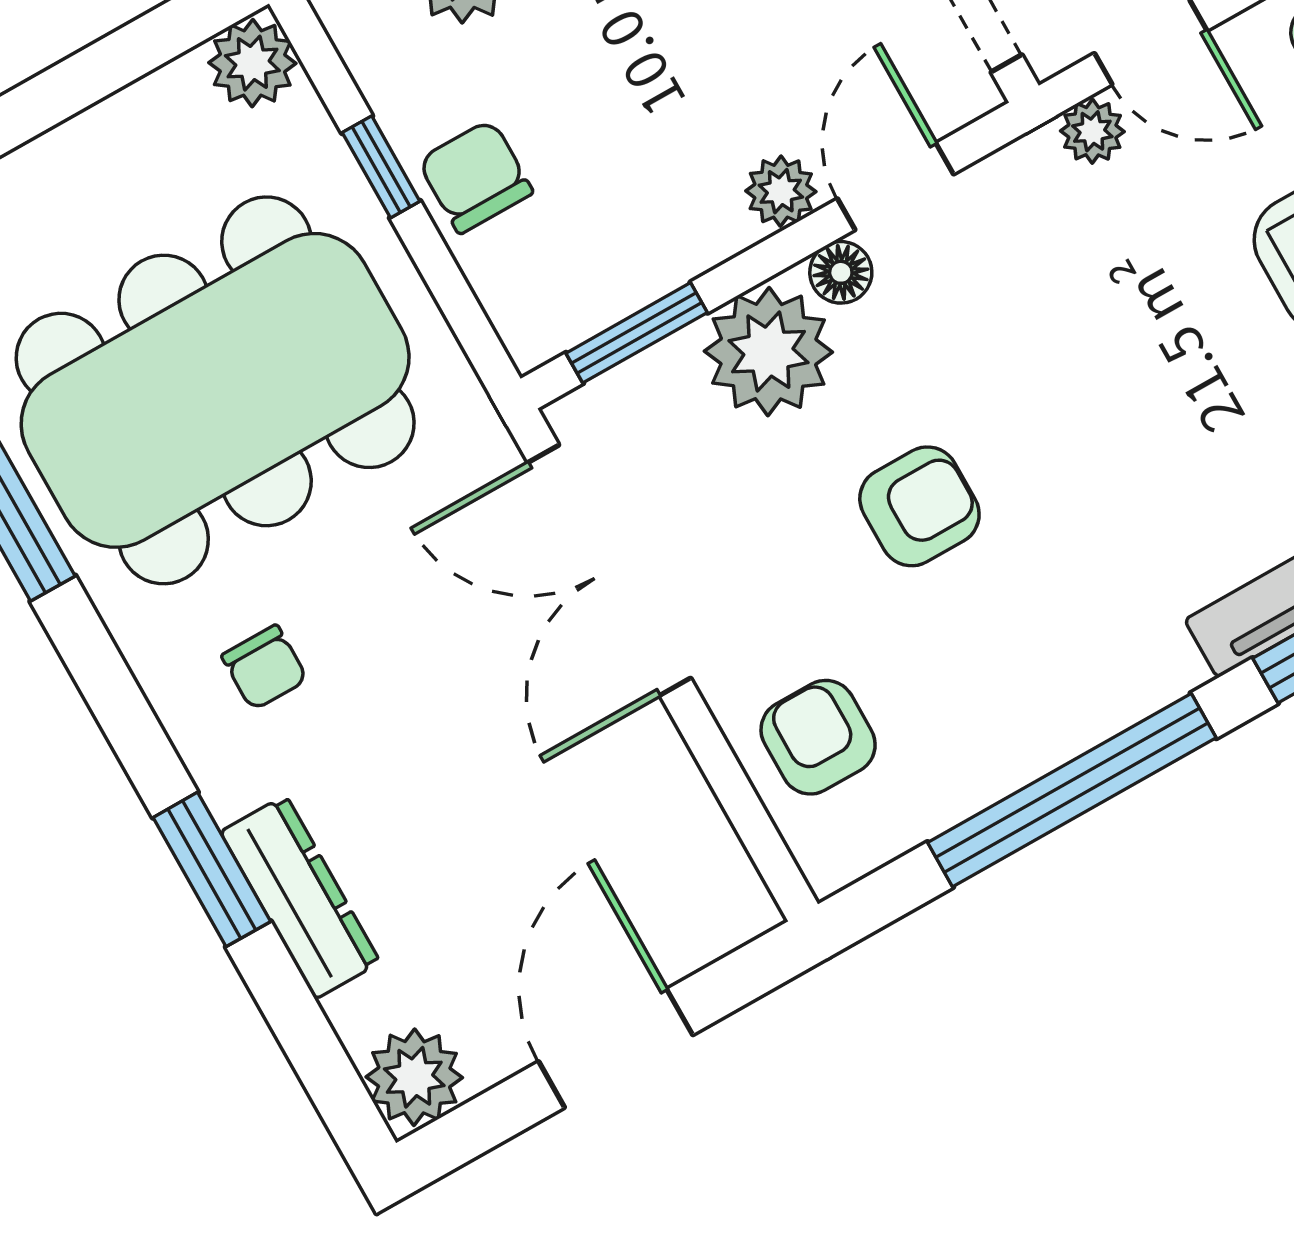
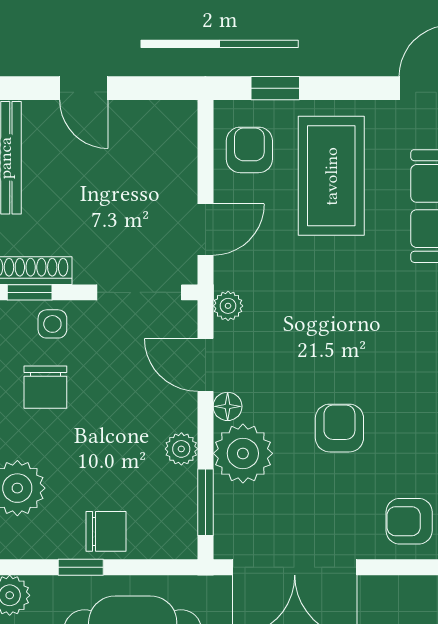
plant: (1092, 131) -> (228, 306), moved
chair: (475, 177) -> (106, 531), turned 180
plant: (781, 191) -> (181, 449), moved

